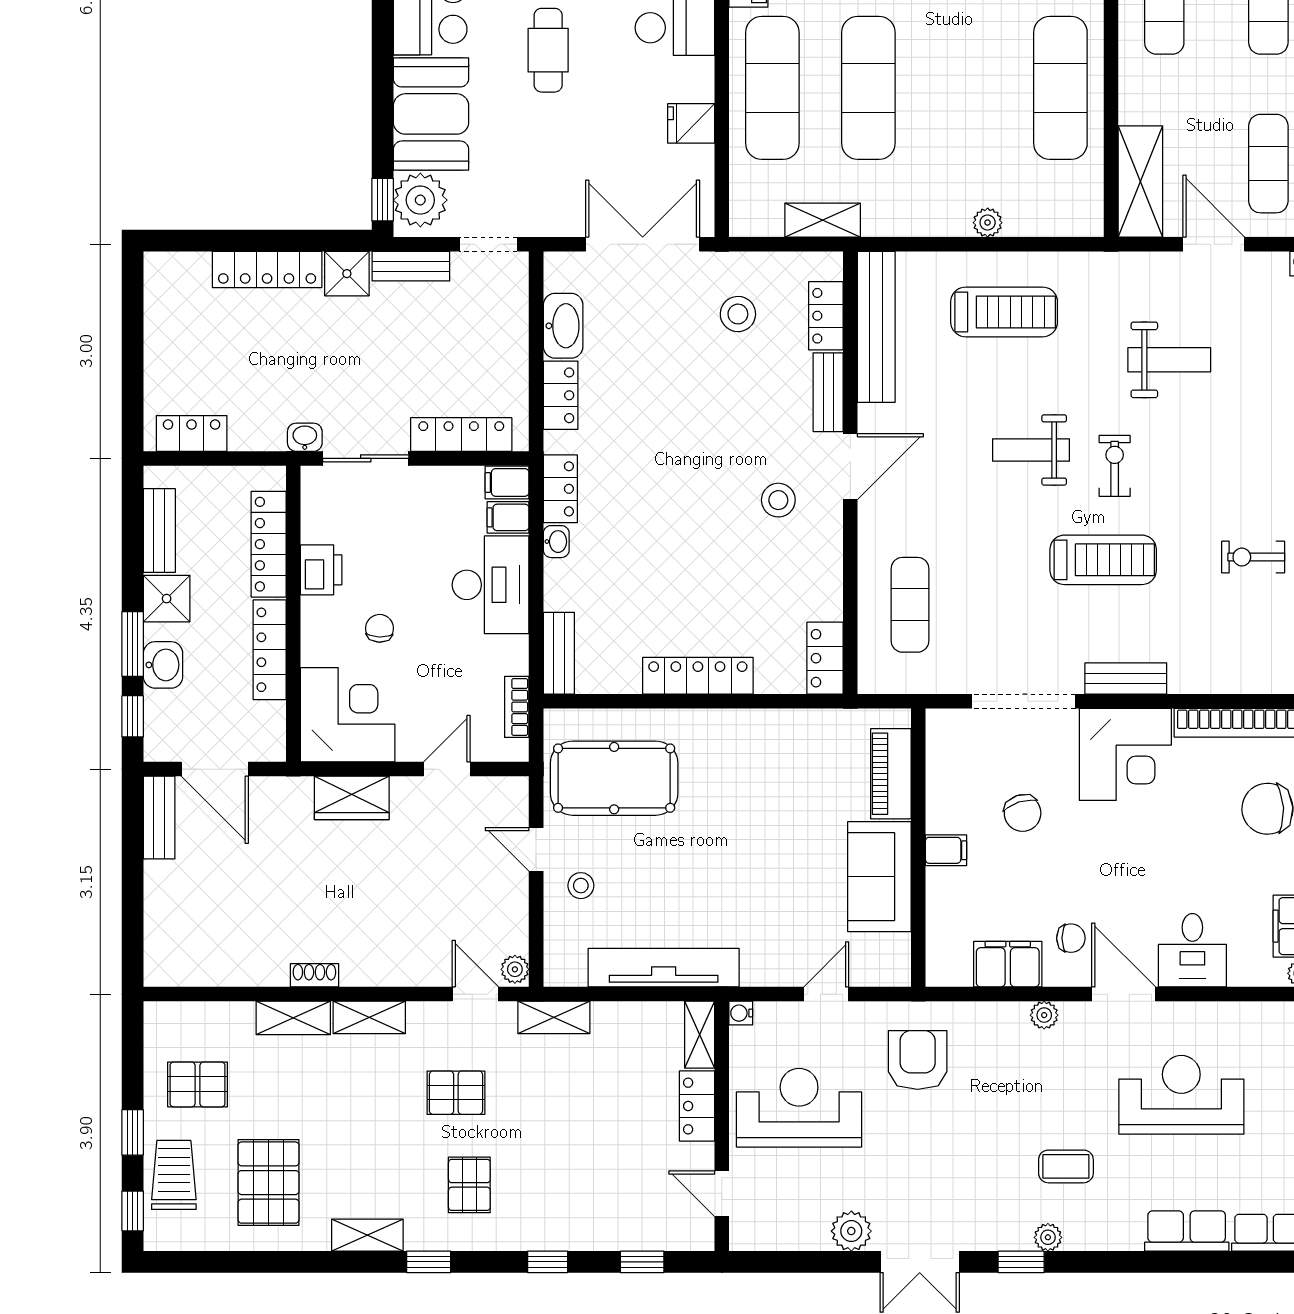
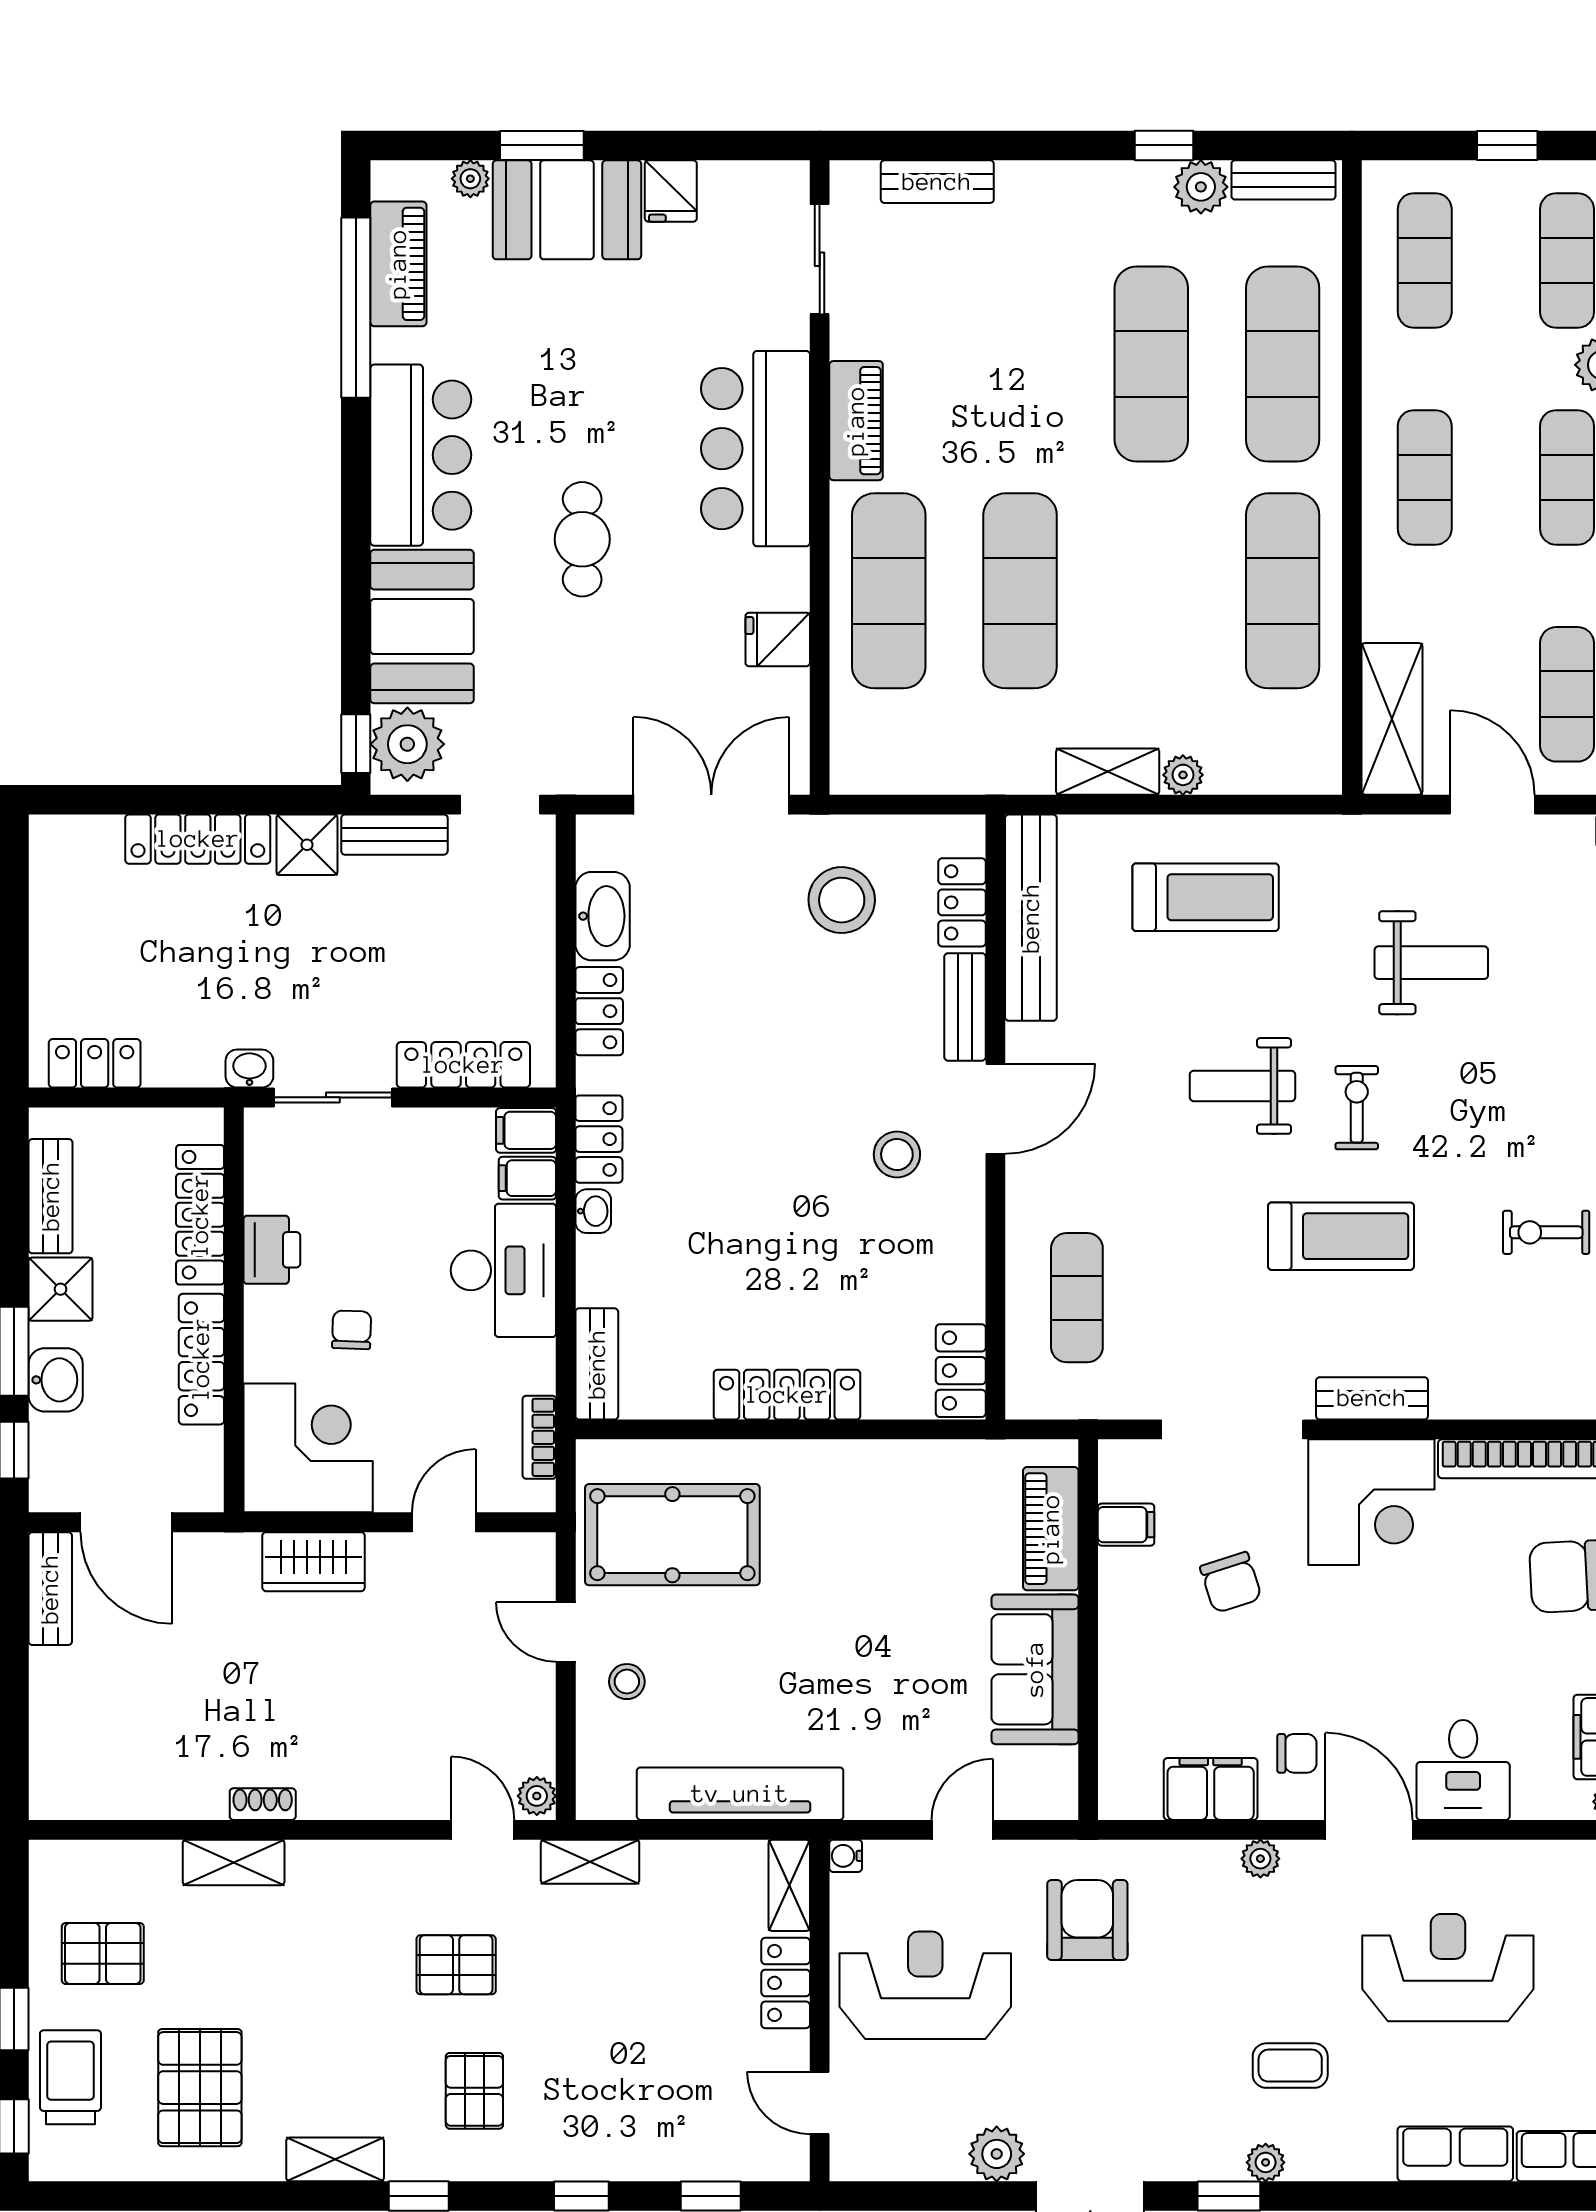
shelving: (823, 220) -> (1108, 772), moved
stool: (738, 314) -> (842, 900), width x1.38, depth x1.38
filing cabinet: (946, 850) -> (1126, 1525), moved
shelving: (369, 1017) -> (338, 1862), removed

